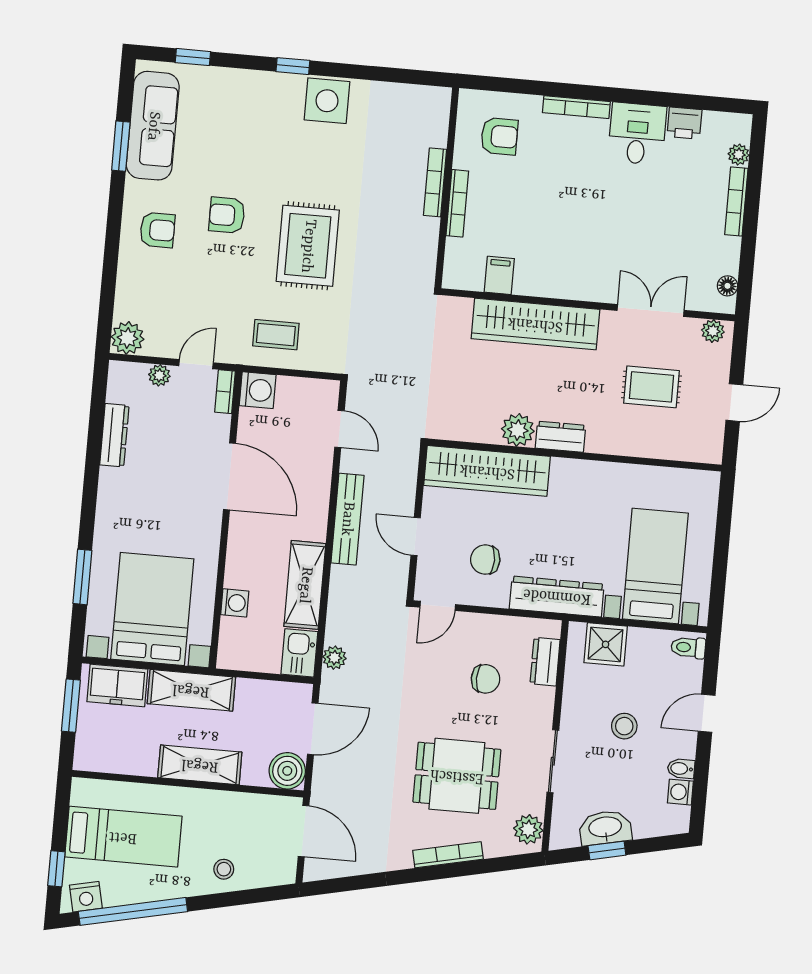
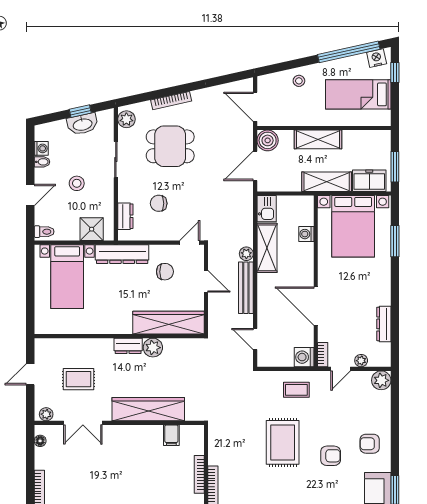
plant: (334, 658) -> (246, 254), moved

